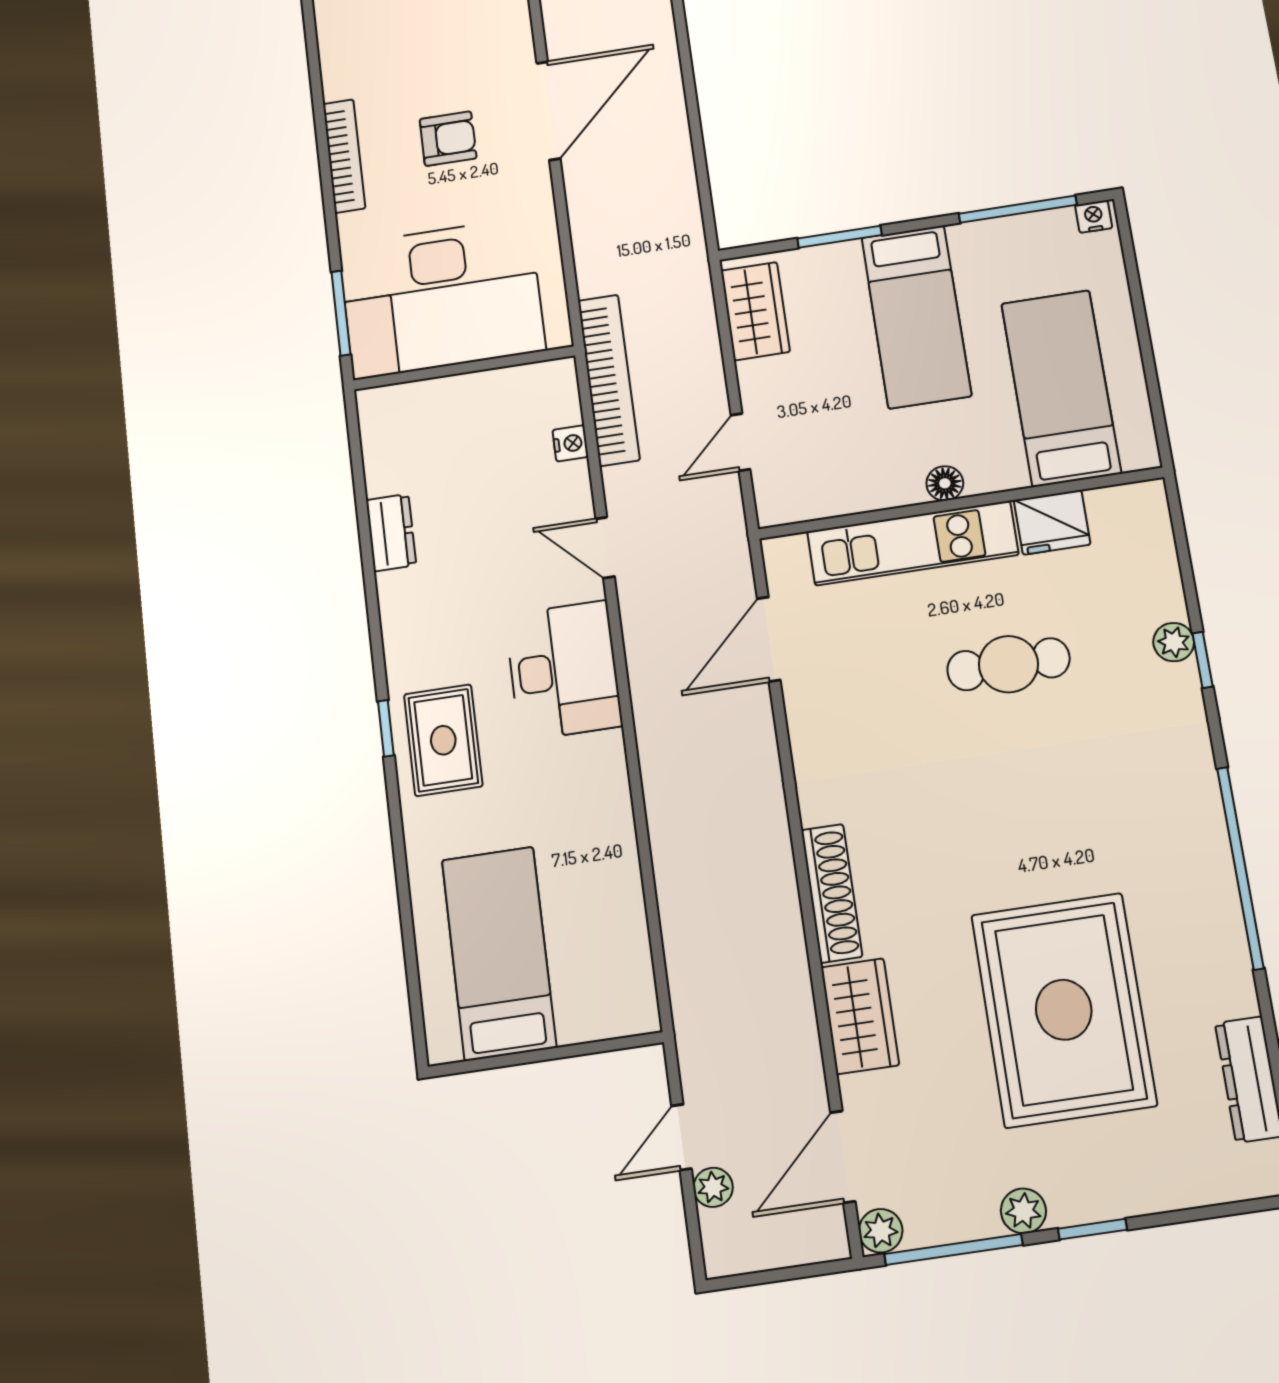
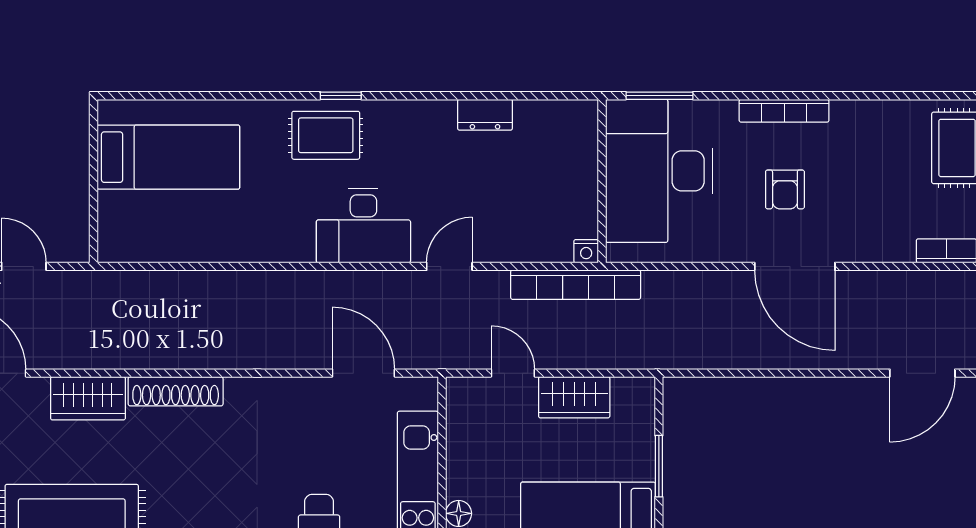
wardrobe: (755, 311) -> (574, 397), moved
nightstand: (570, 443) -> (586, 251), moved

